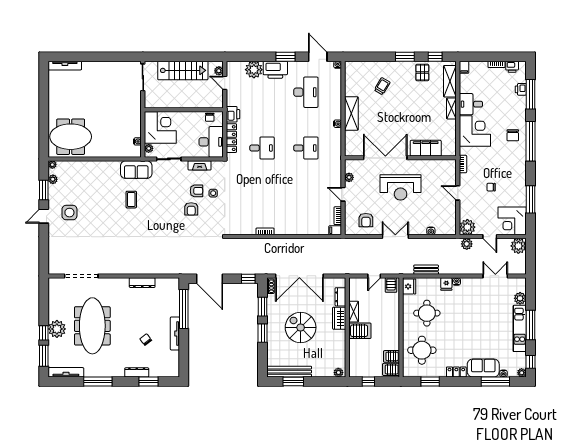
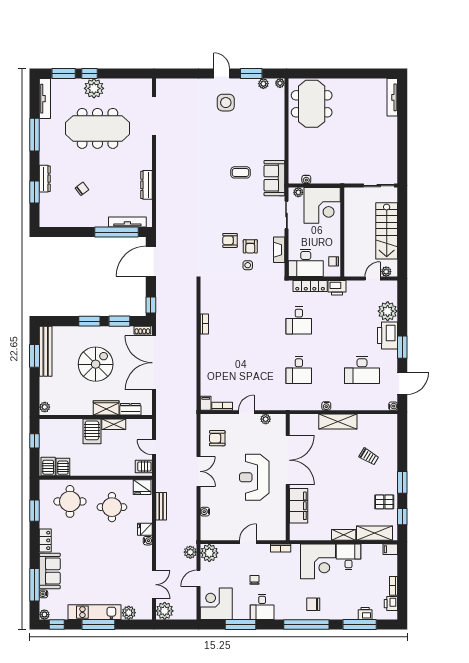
desk: (515, 180) -> (262, 607), added
plant: (518, 246) -> (165, 611), moved
tv unit: (175, 333) -> (127, 222), moved

